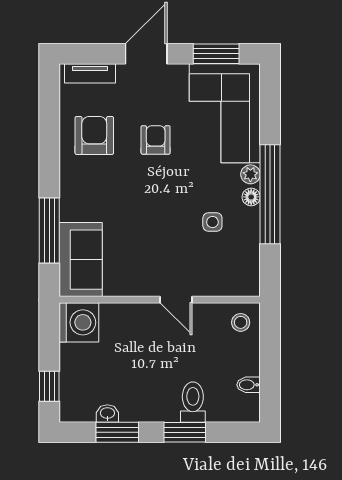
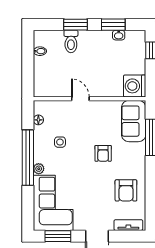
armchair: (156, 140) -> (103, 153), moved
floor lamp: (251, 197) -> (38, 120), moved
stool: (241, 322) -> (44, 86), removed

